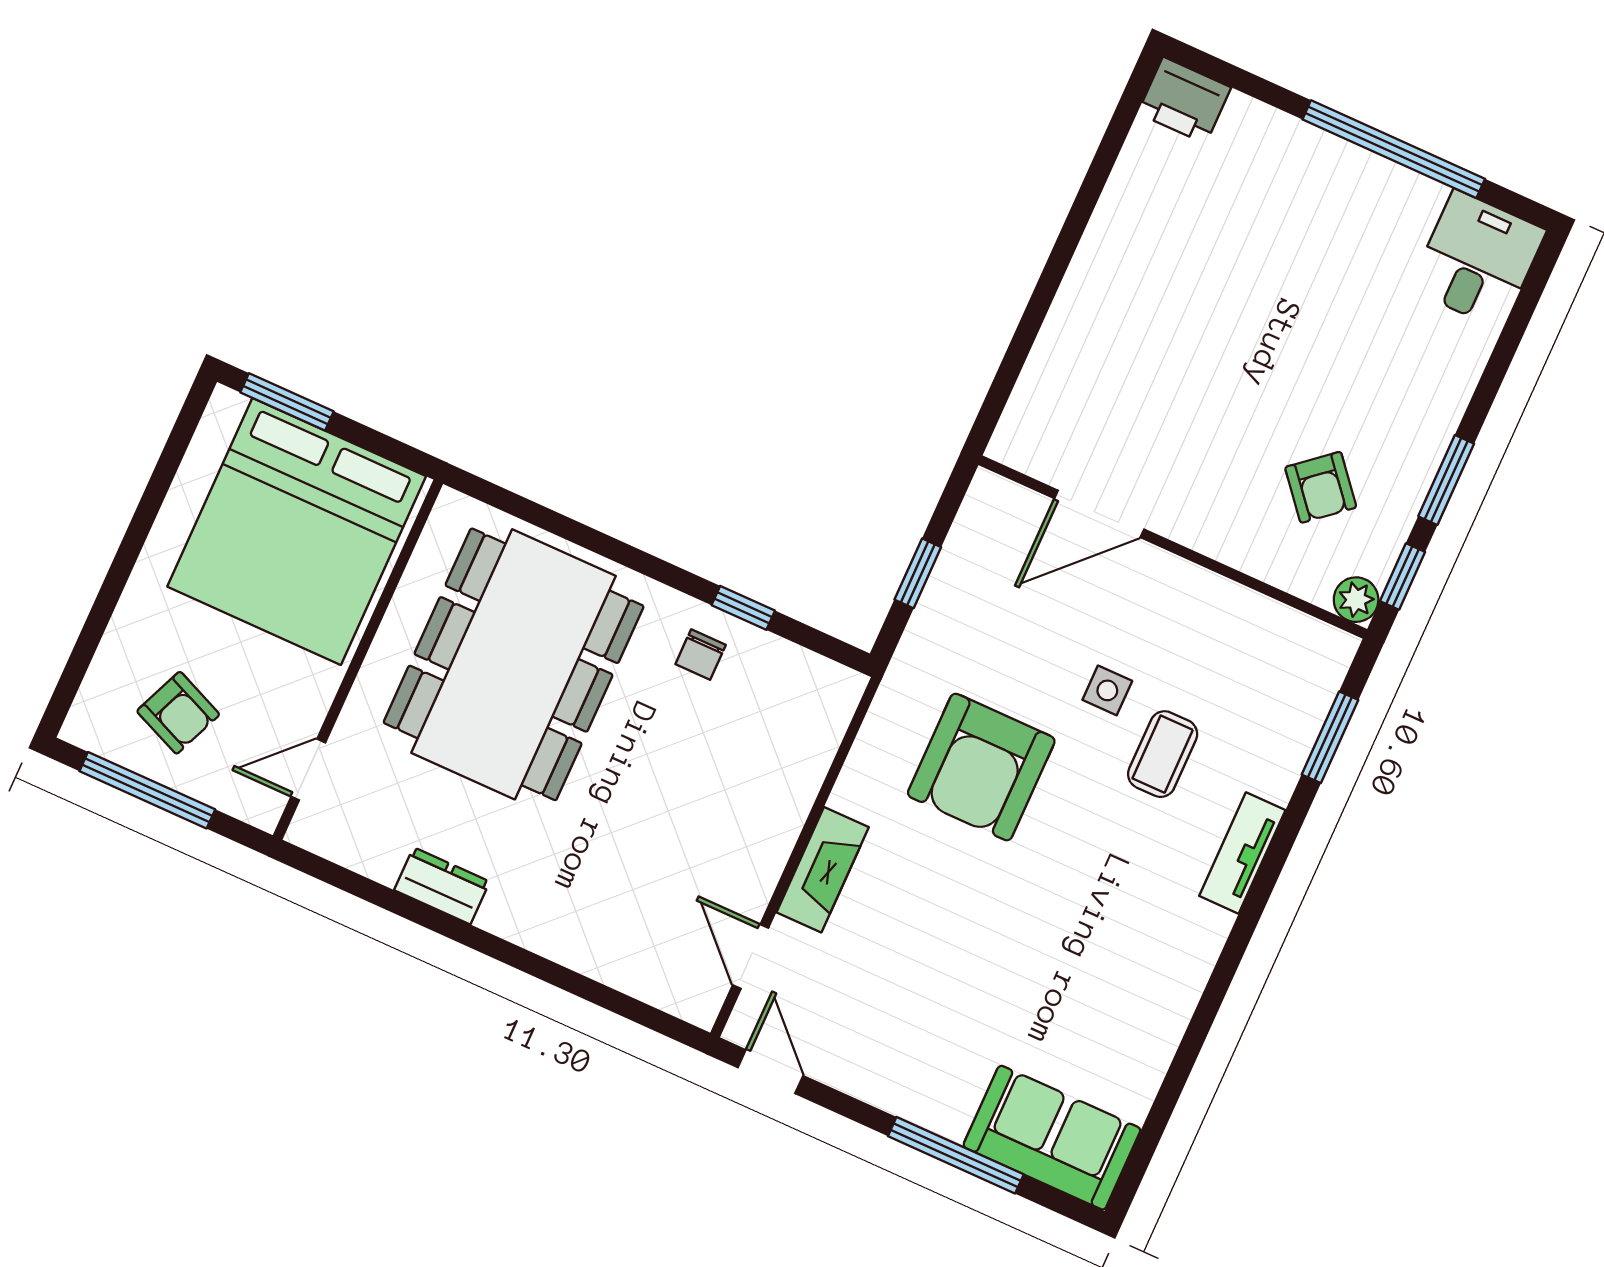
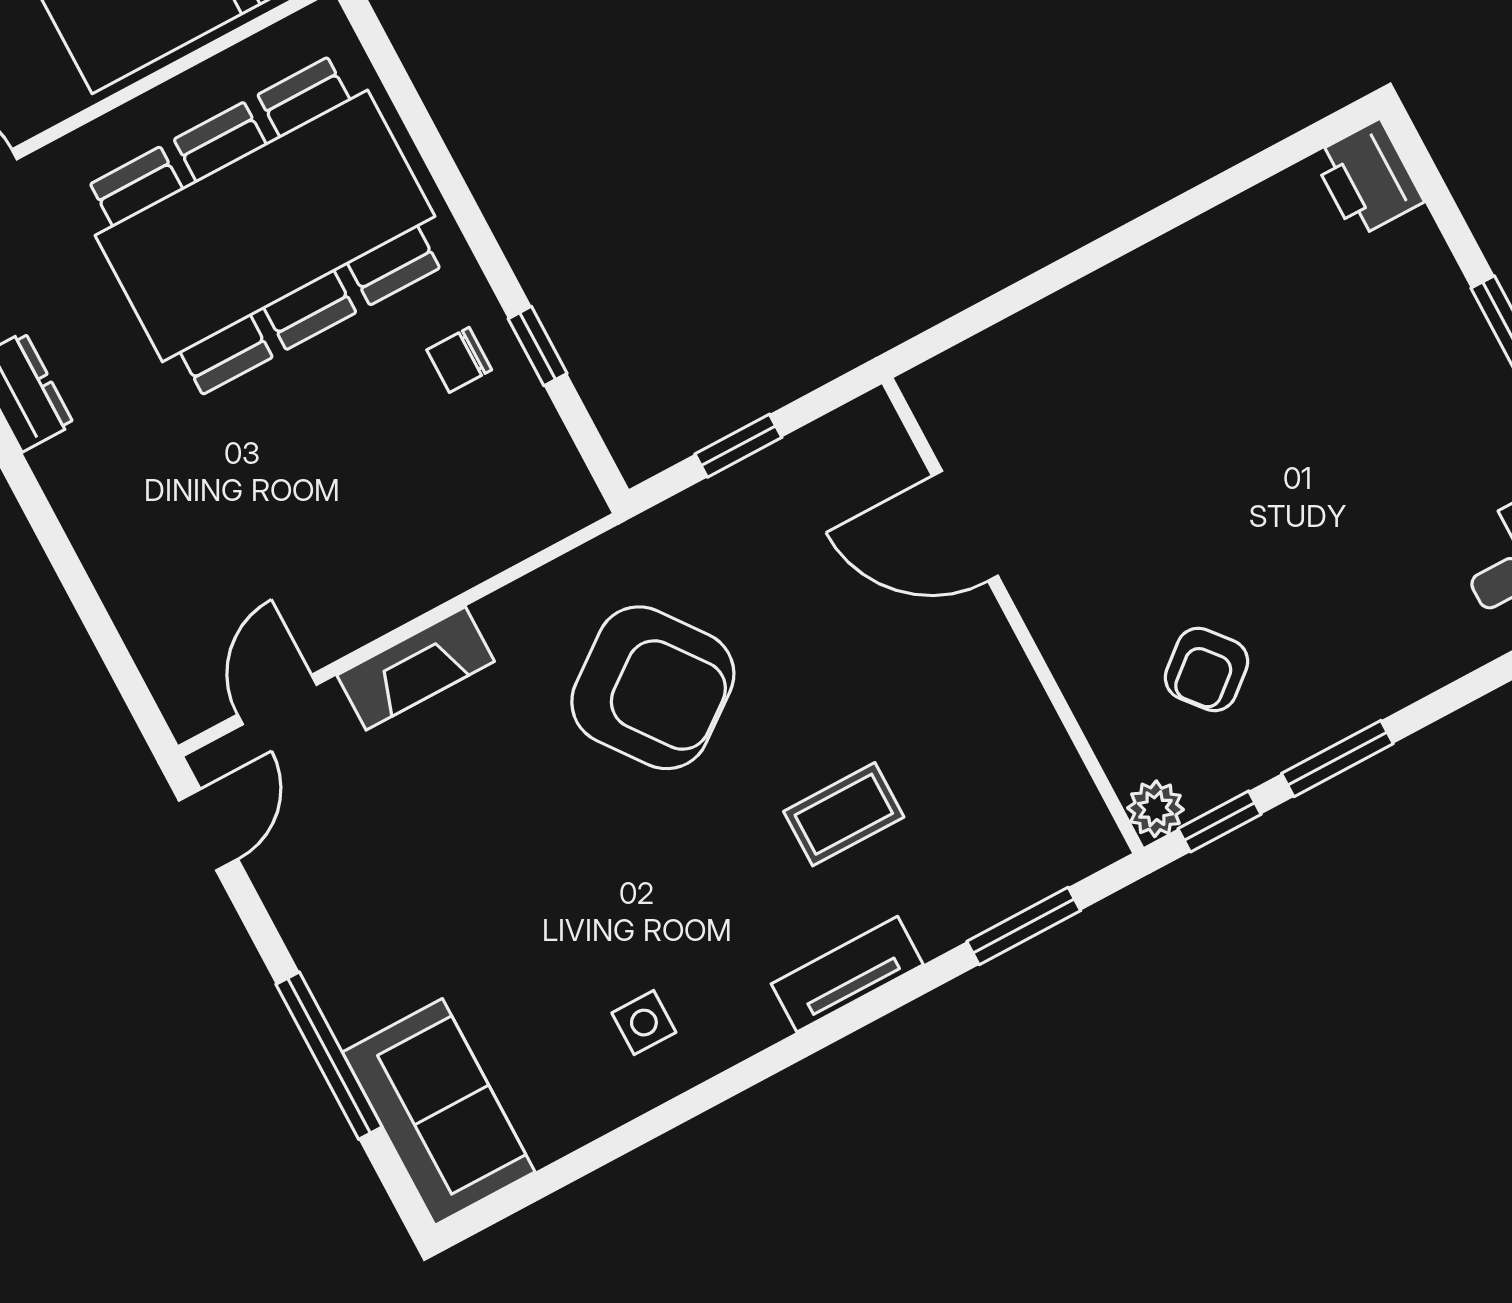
side table: (1107, 690) -> (644, 1023), moved
armchair: (981, 767) -> (653, 688), turned -127

